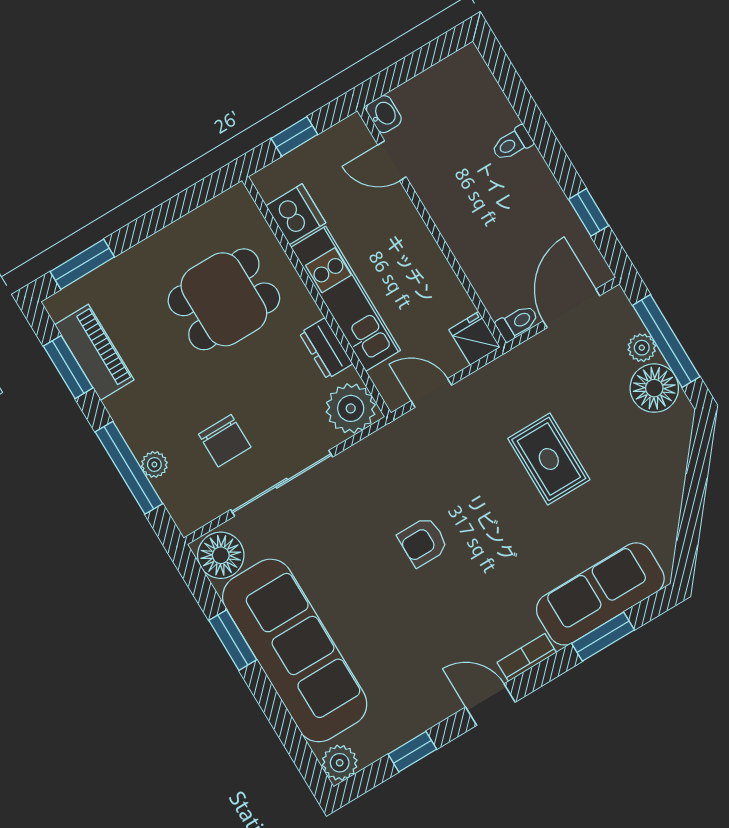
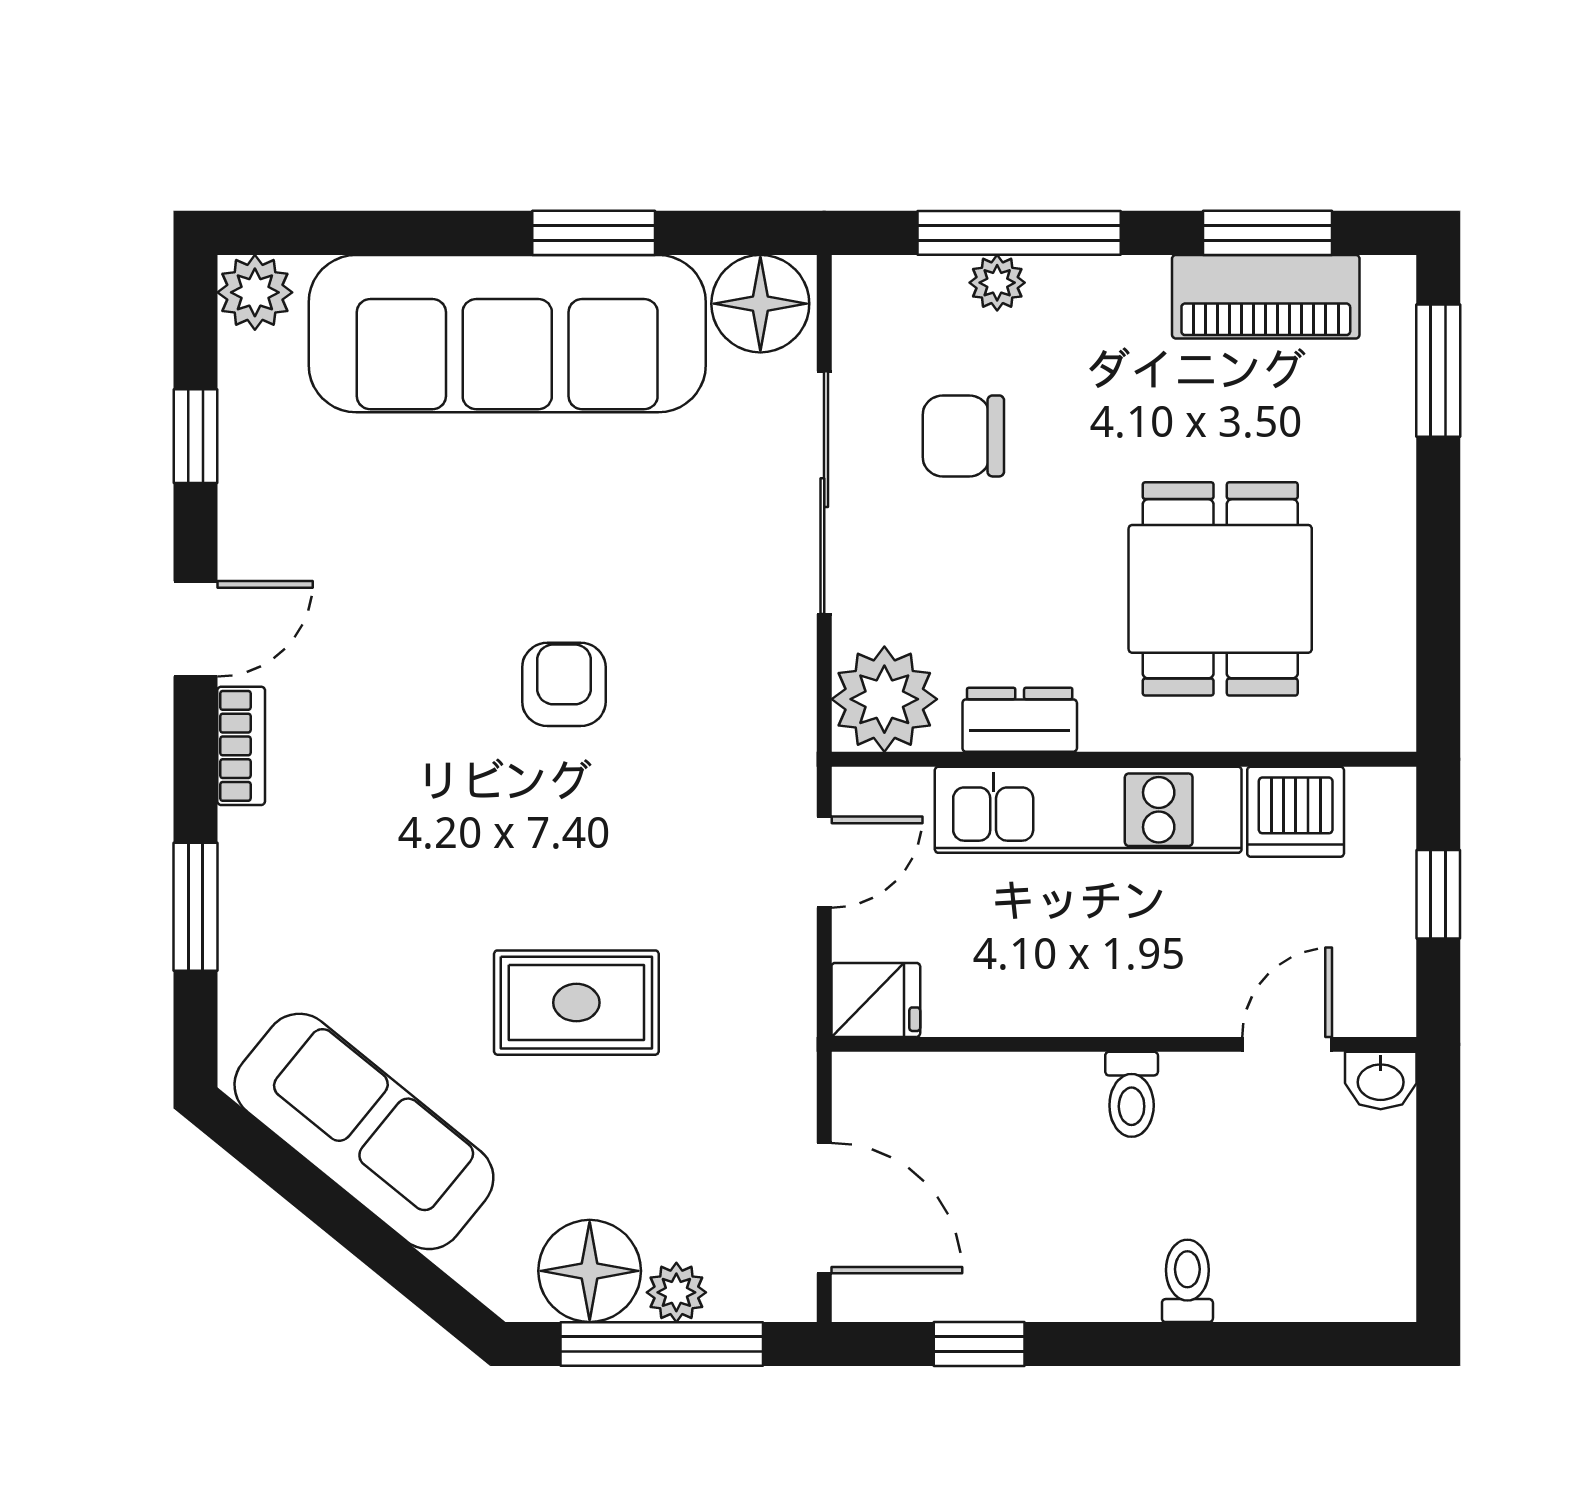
toilet: (517, 323) -> (1132, 1094), moved
sofa: (600, 594) -> (364, 1131), moved, turned -51

